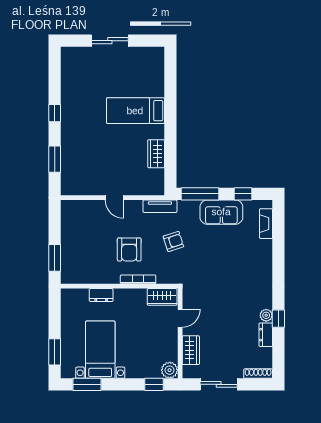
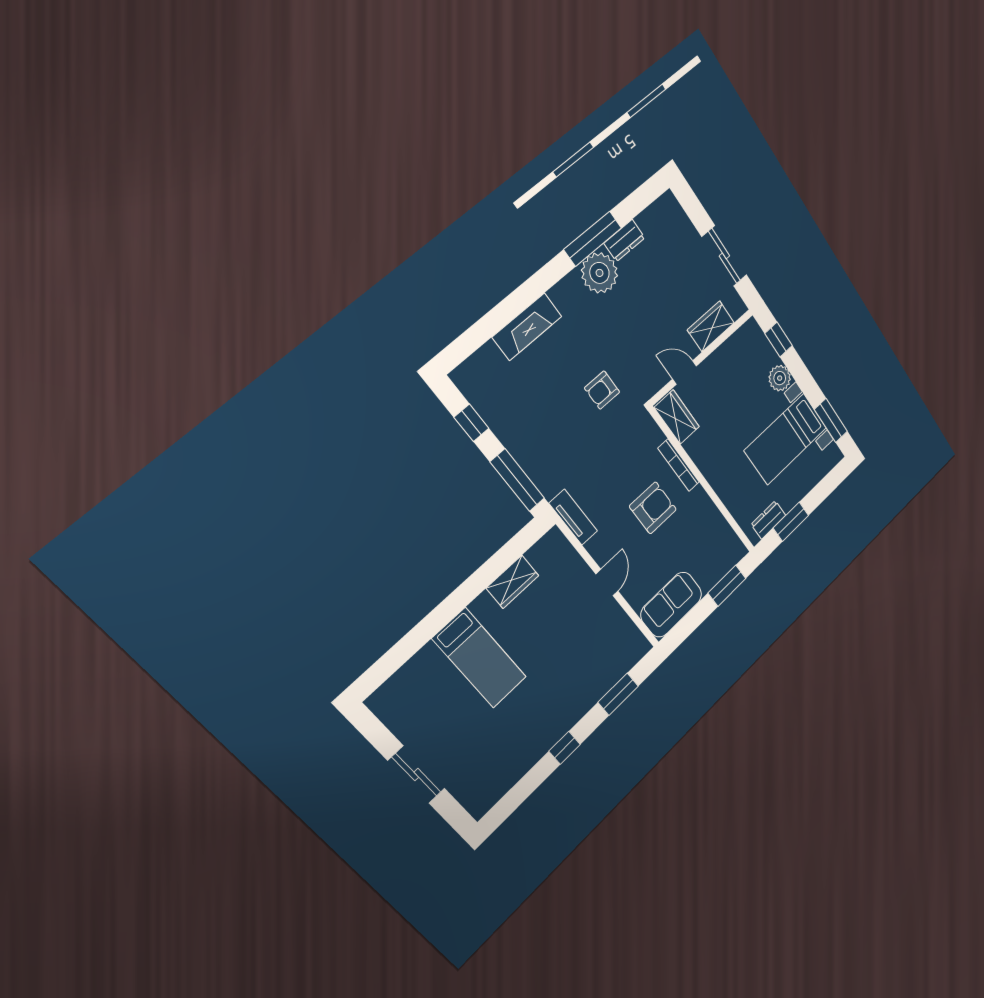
sofa: (221, 212) -> (671, 605), moved, turned -90
fireplace: (266, 224) -> (527, 327), moved, width x1.37, depth x1.32
armchair: (173, 241) -> (602, 390), moved, turned -72
dresser: (101, 295) -> (768, 520), moved, turned -90
plant: (266, 315) -> (599, 273), width x1.87, depth x1.87
window: (278, 319) -> (593, 239), width x2.17
window: (55, 352) -> (791, 522), moved
plant: (170, 370) -> (780, 378), moved
shoe rack: (258, 374) -> (677, 213), removed

